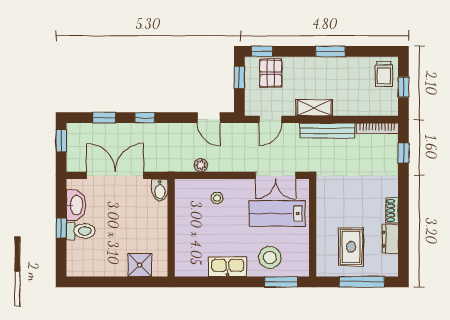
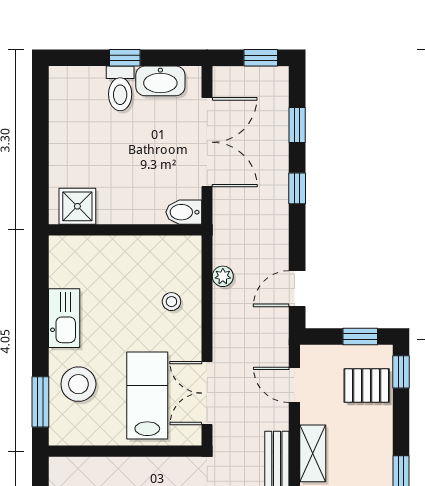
shower: (140, 265) -> (77, 206), moved

